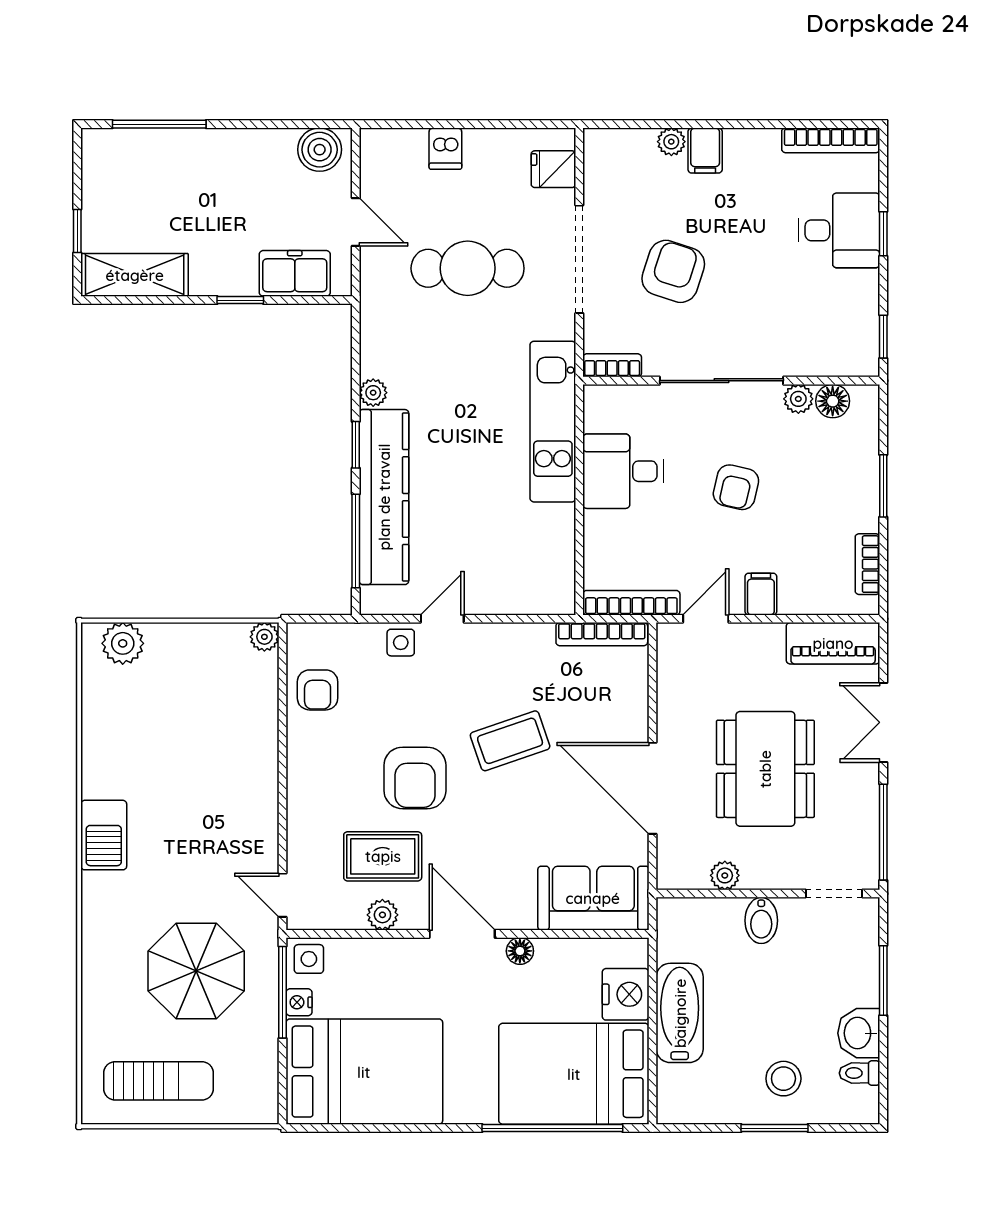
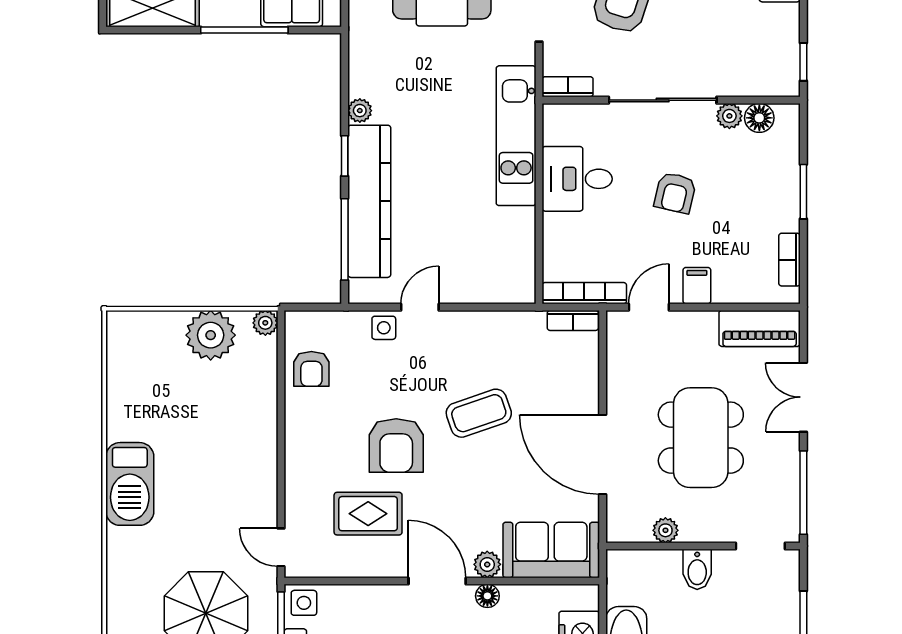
window: (240, 300) -> (244, 30), width x2.17
bookcase: (602, 634) -> (573, 320), width x0.64
plant: (123, 643) -> (211, 335), moved, width x1.36, depth x1.36
barbecue: (104, 835) -> (130, 484), width x1.37, depth x1.21
plant: (382, 915) -> (487, 564), moved

